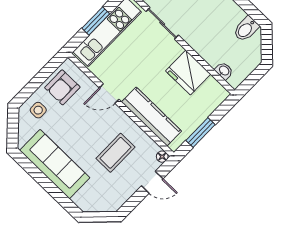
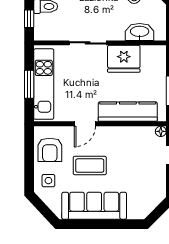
sliding door: (162, 23) -> (88, 43), moved
washbasin: (224, 71) -> (140, 32), width x1.91, depth x1.45
coffee table: (115, 153) -> (90, 166), moved, turned 90

